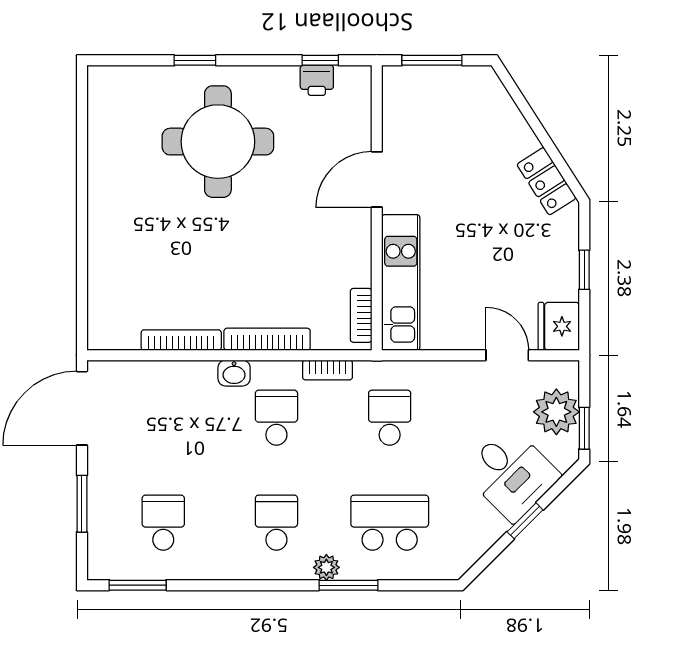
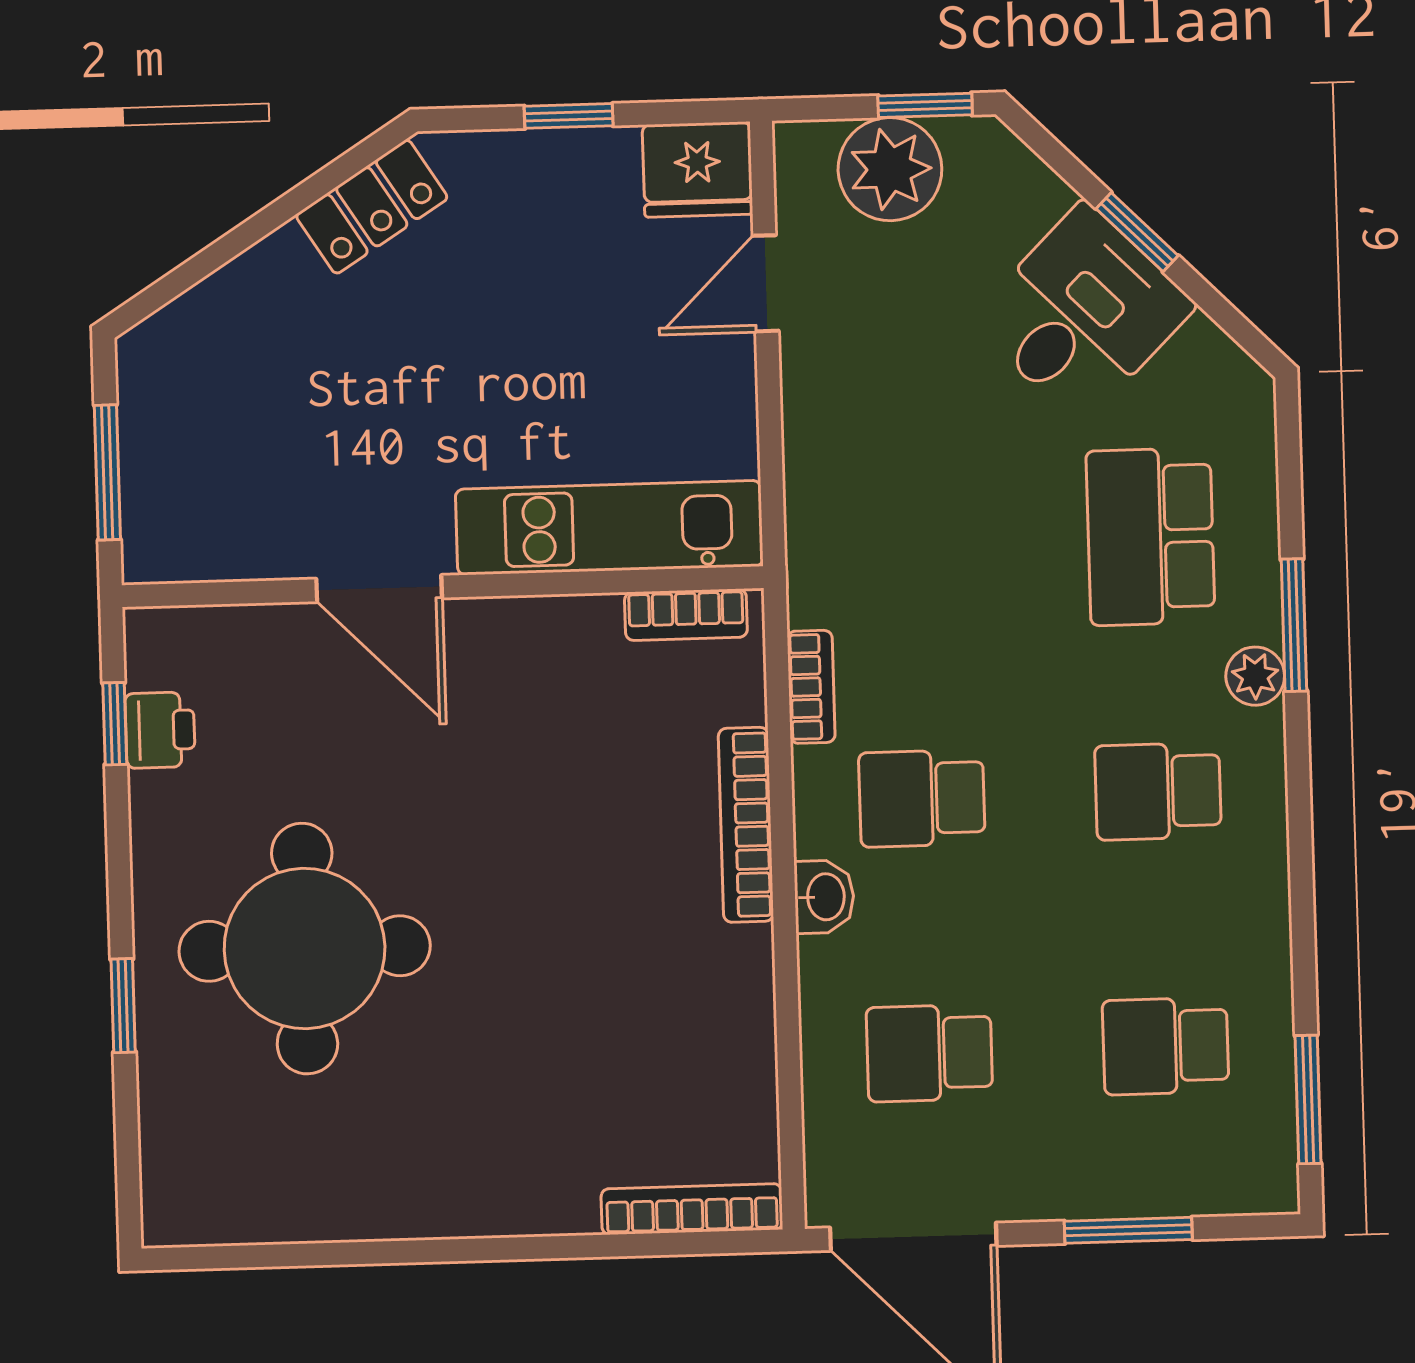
bookcase: (181, 340) -> (692, 1209), moved, turned 90
school desk: (390, 418) -> (929, 1053), moved
desk: (511, 474) -> (1082, 313), moved

